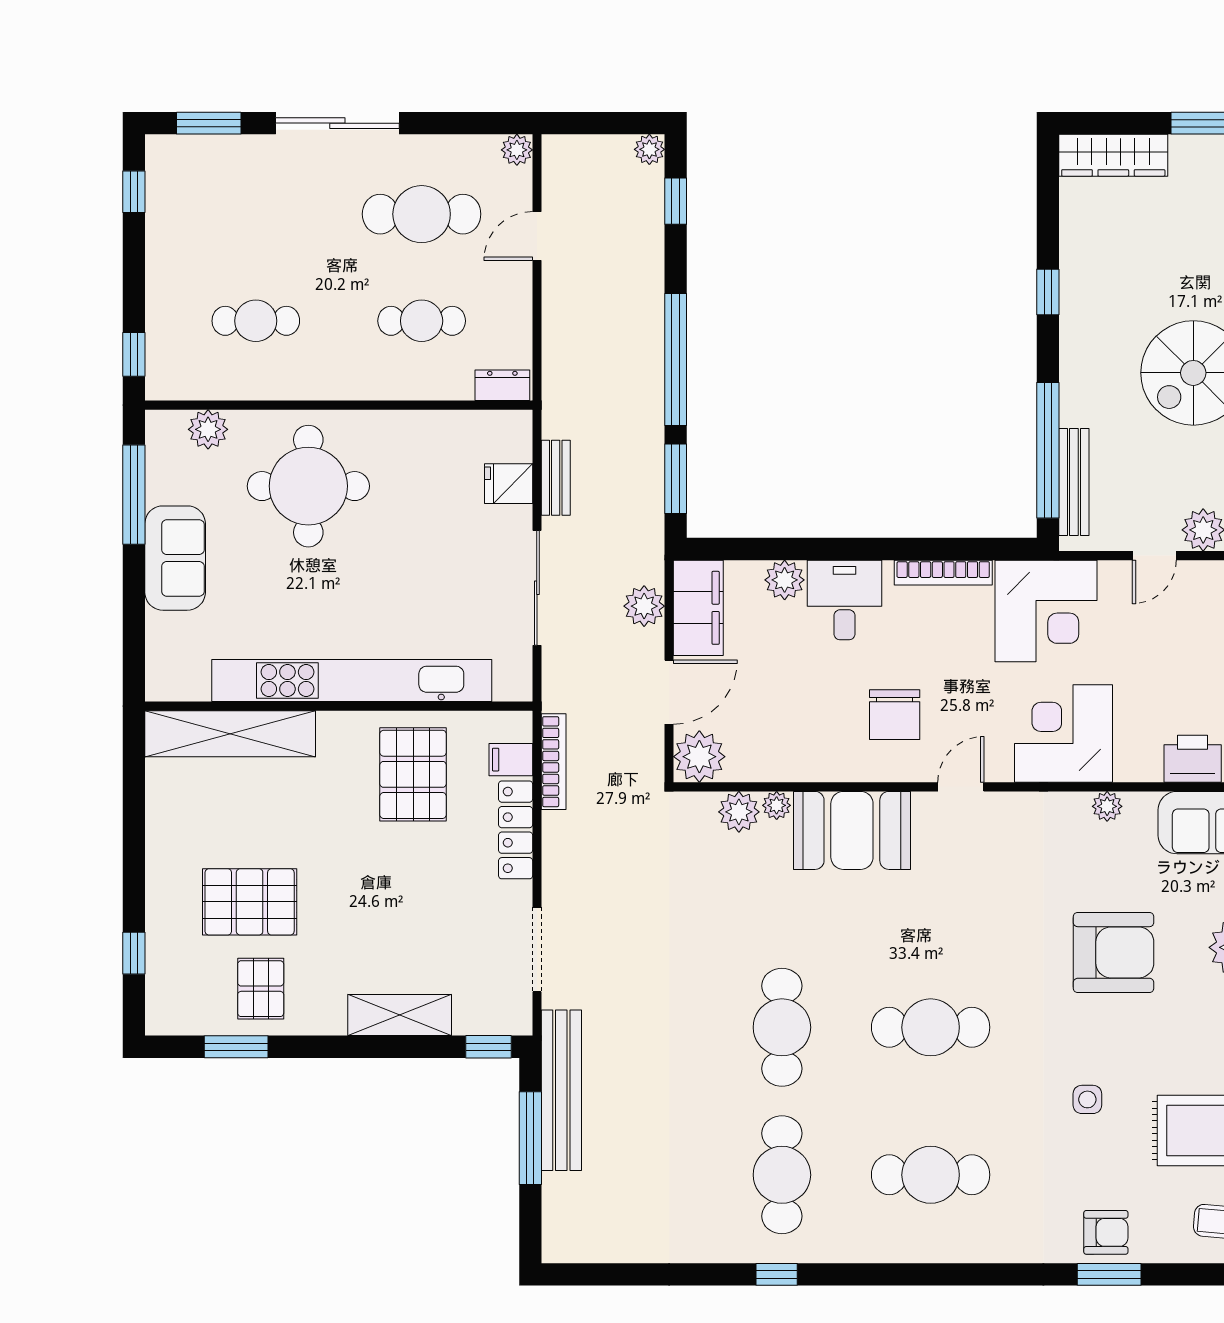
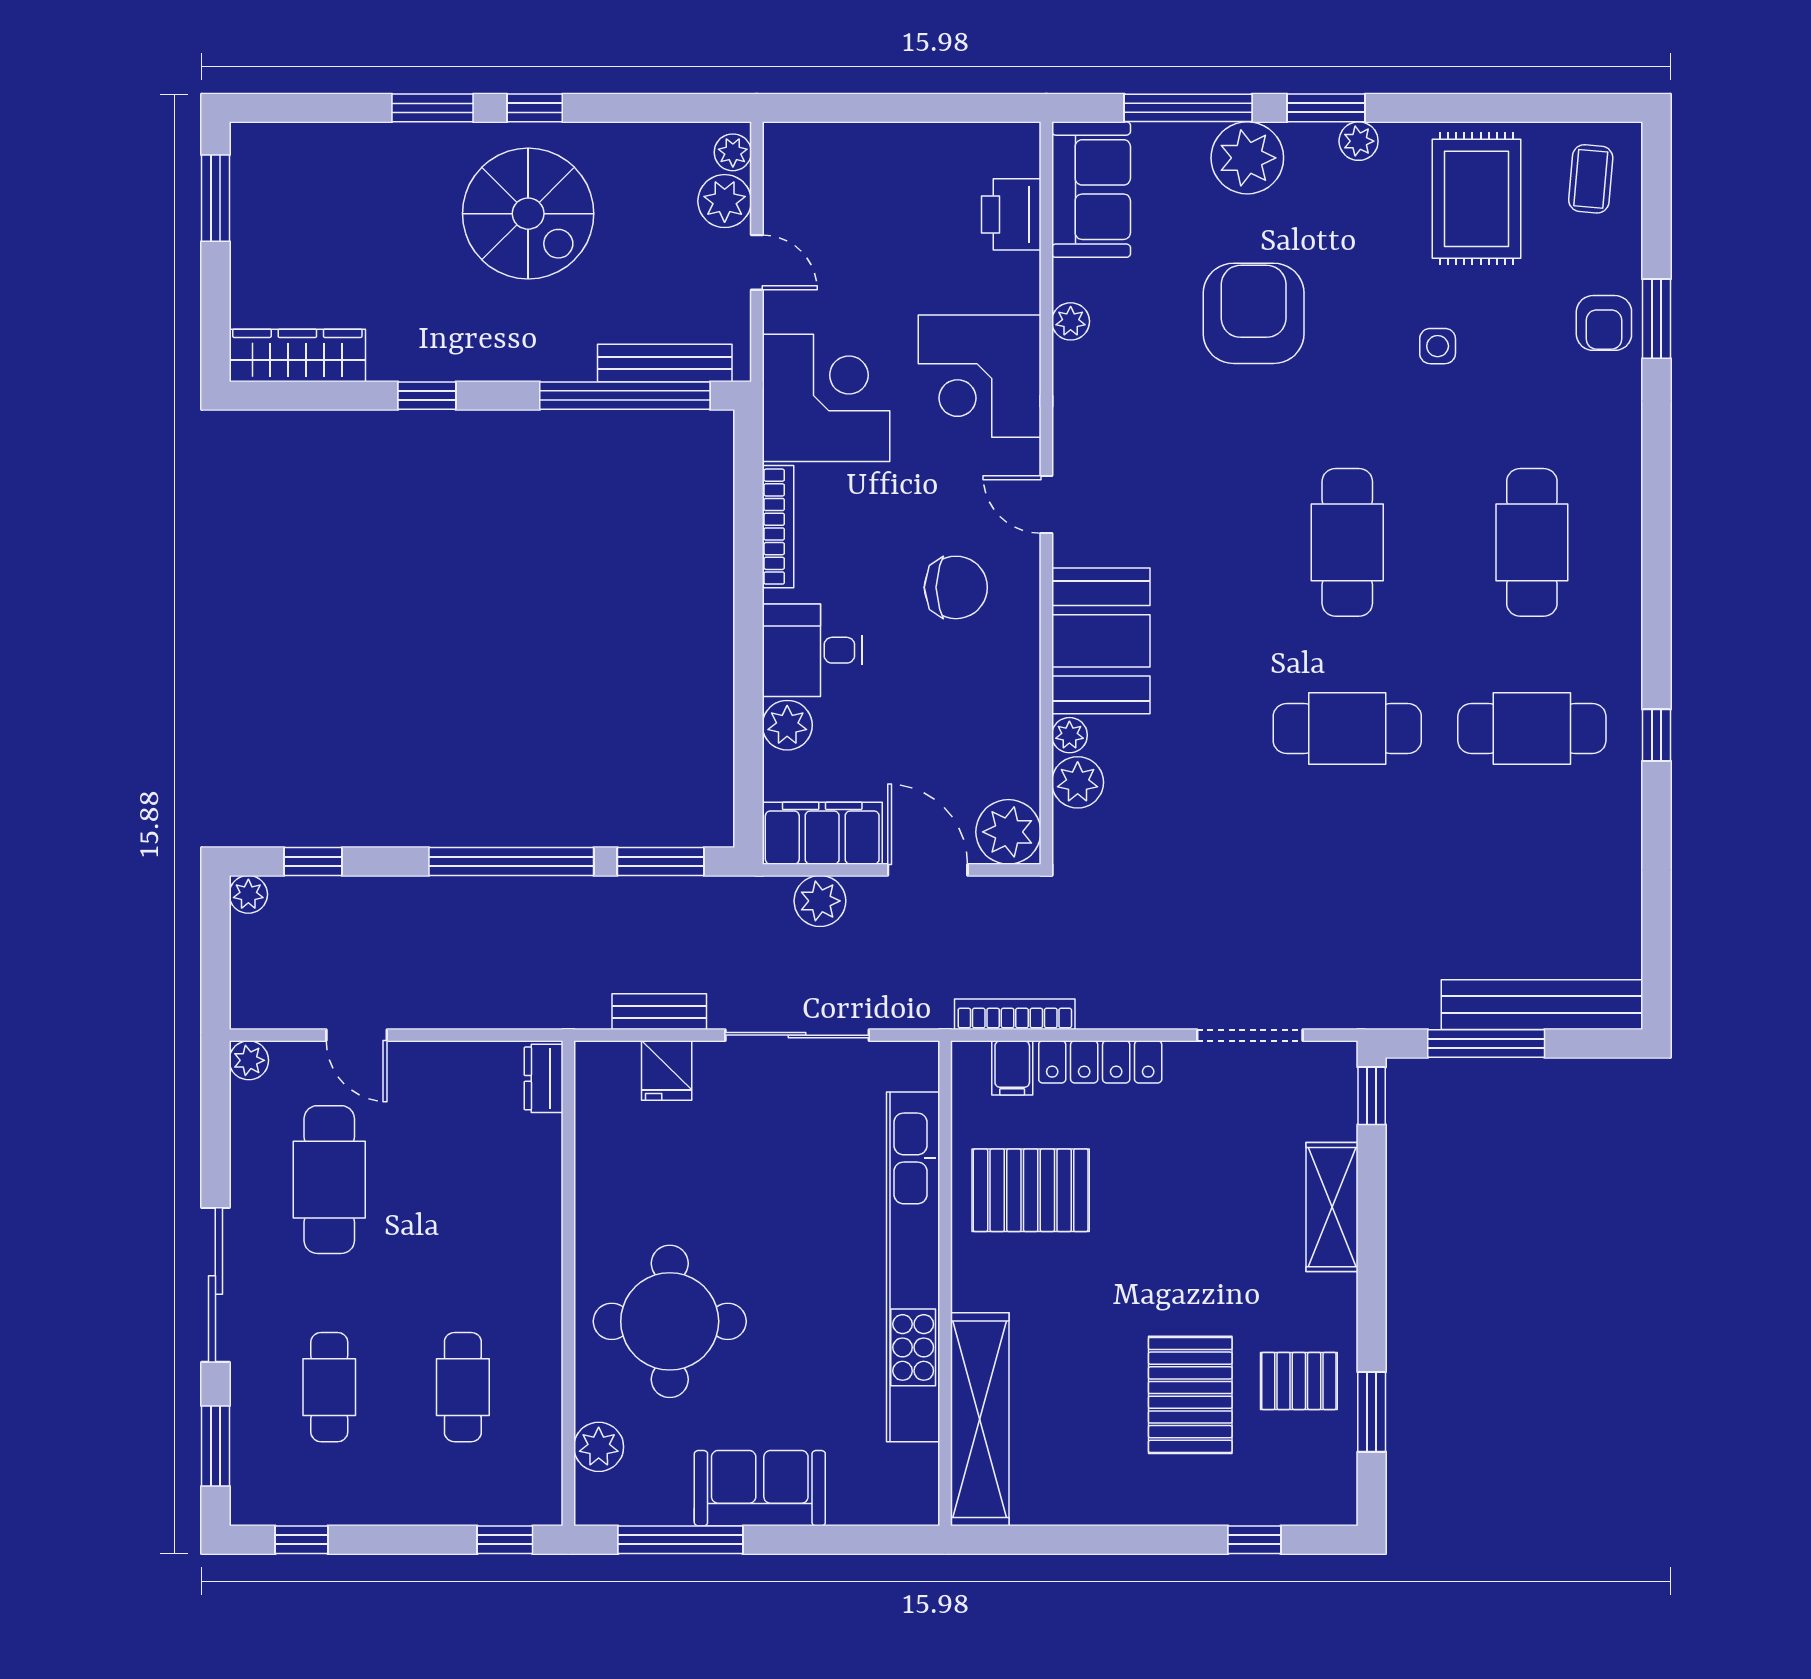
wardrobe: (1113, 155) -> (297, 355), moved, turned -90
cafe table: (422, 321) -> (329, 1387), moved
bench: (561, 1090) -> (1542, 1005), moved
armchair: (1106, 1232) -> (1604, 323), turned 180

